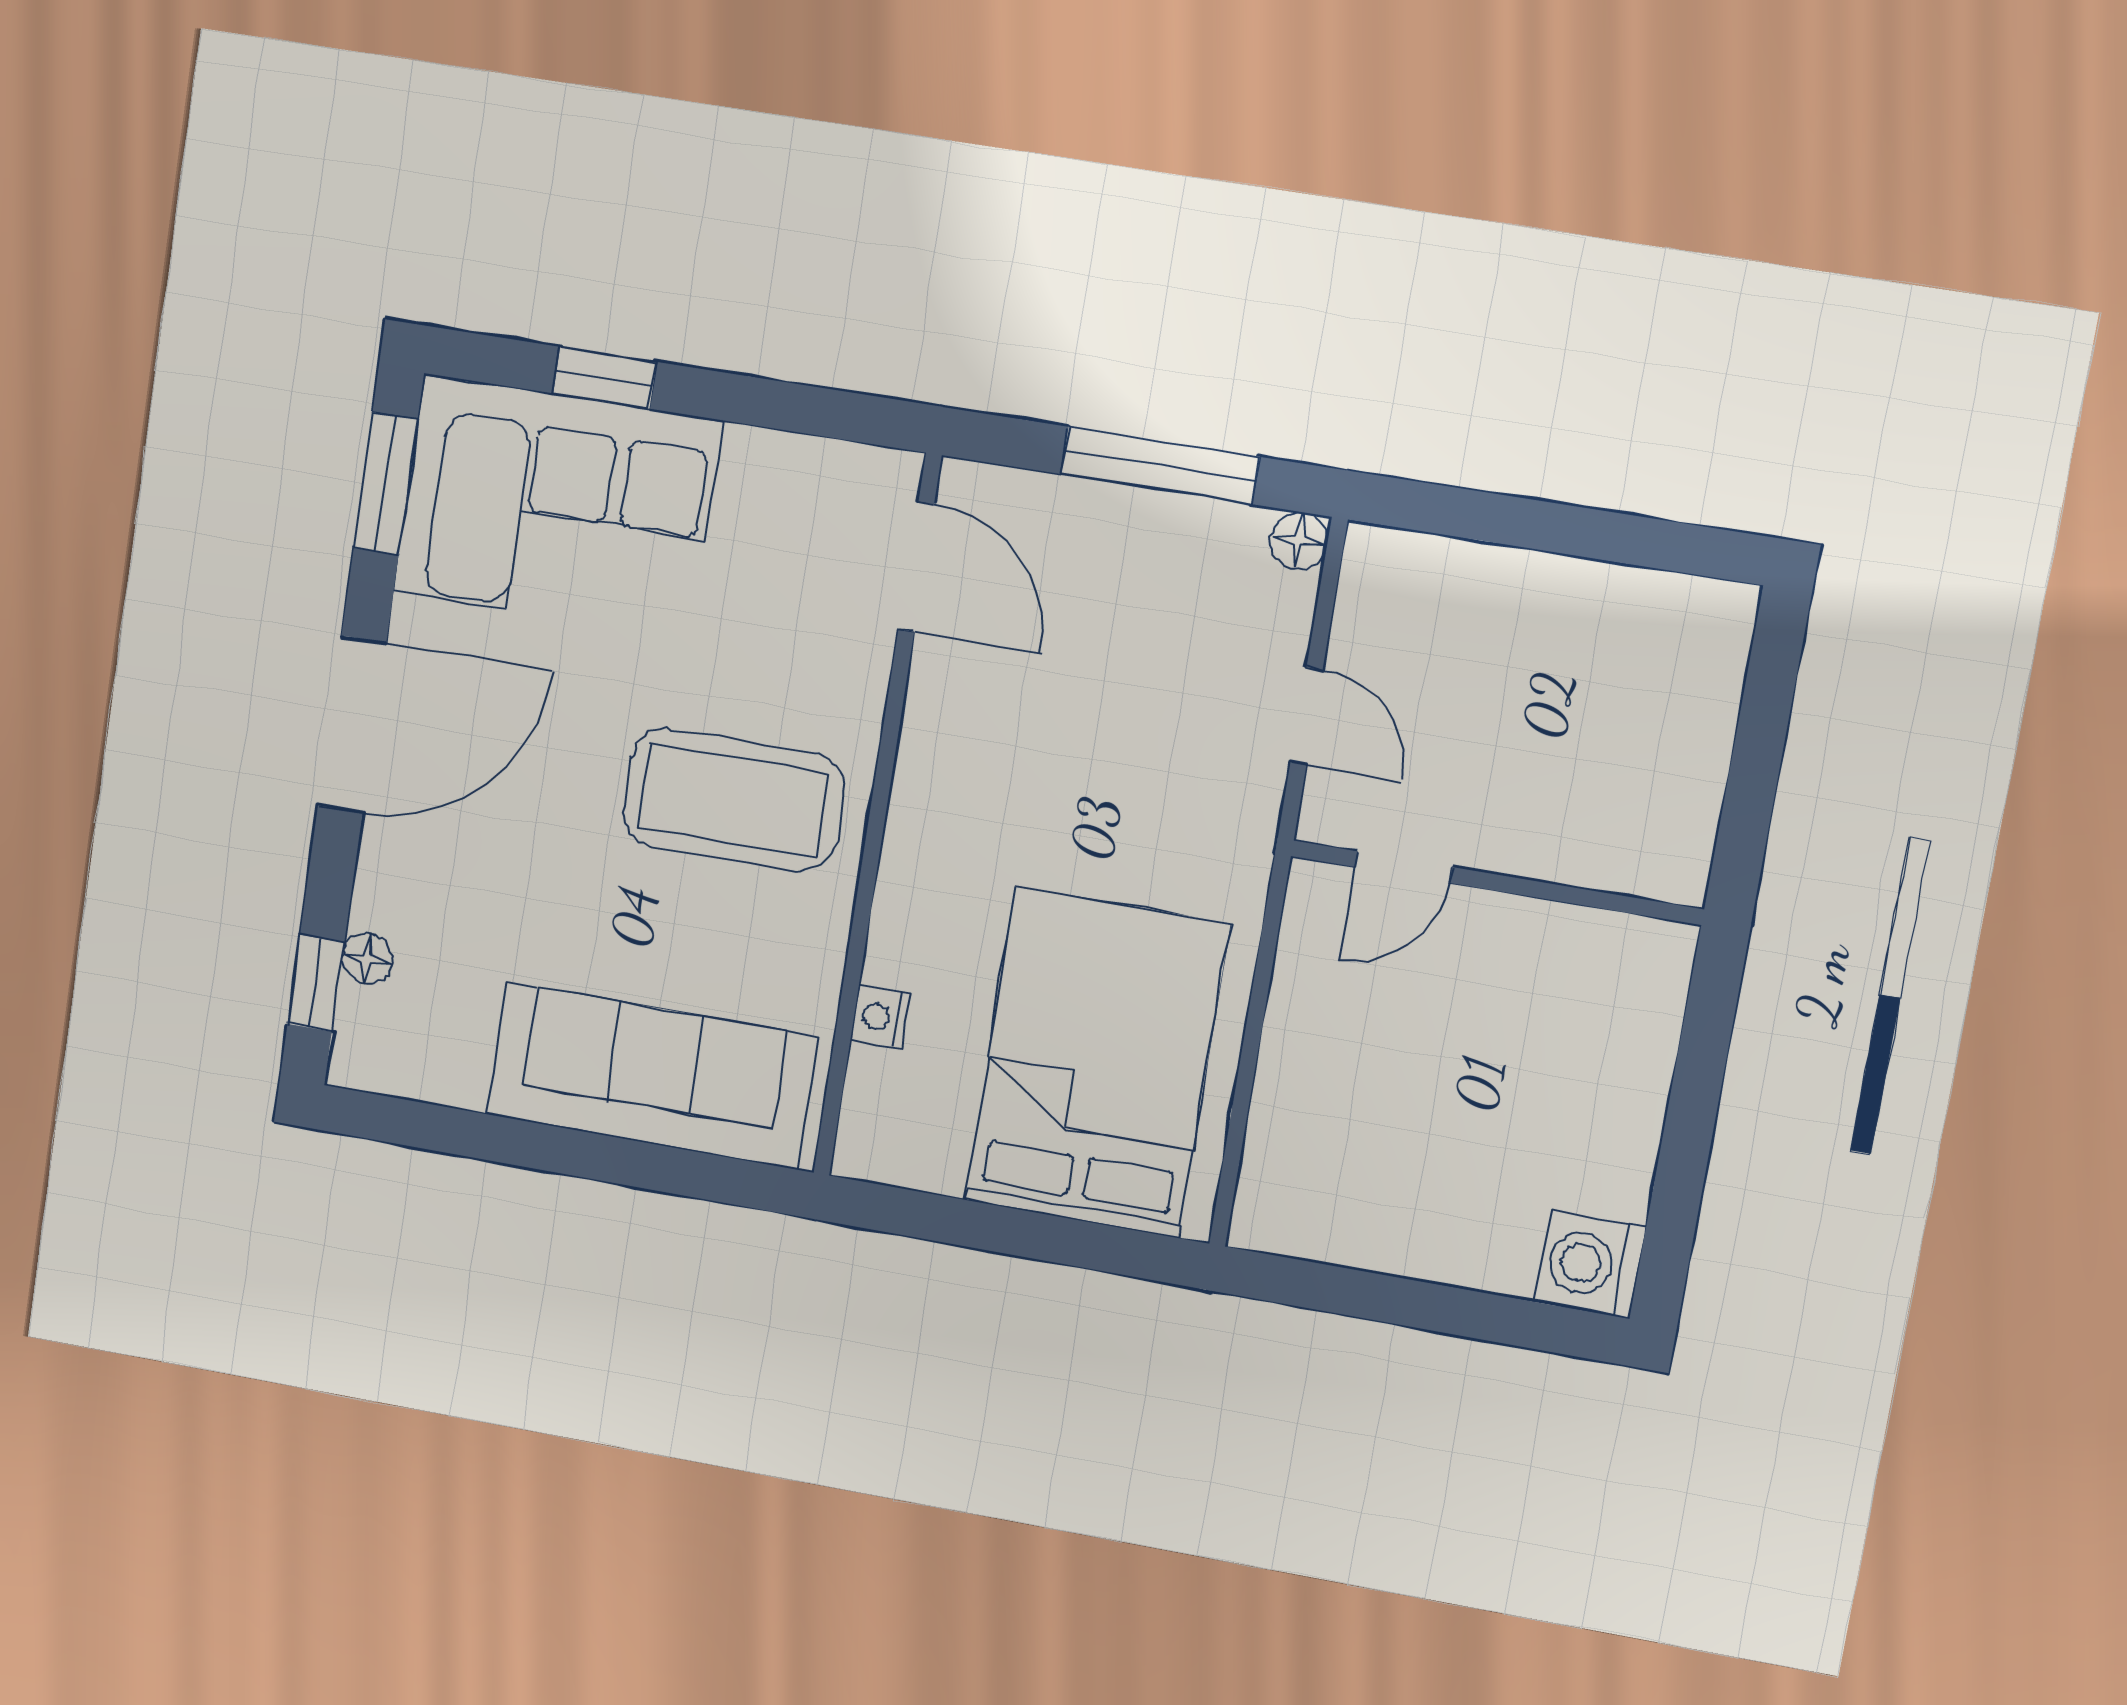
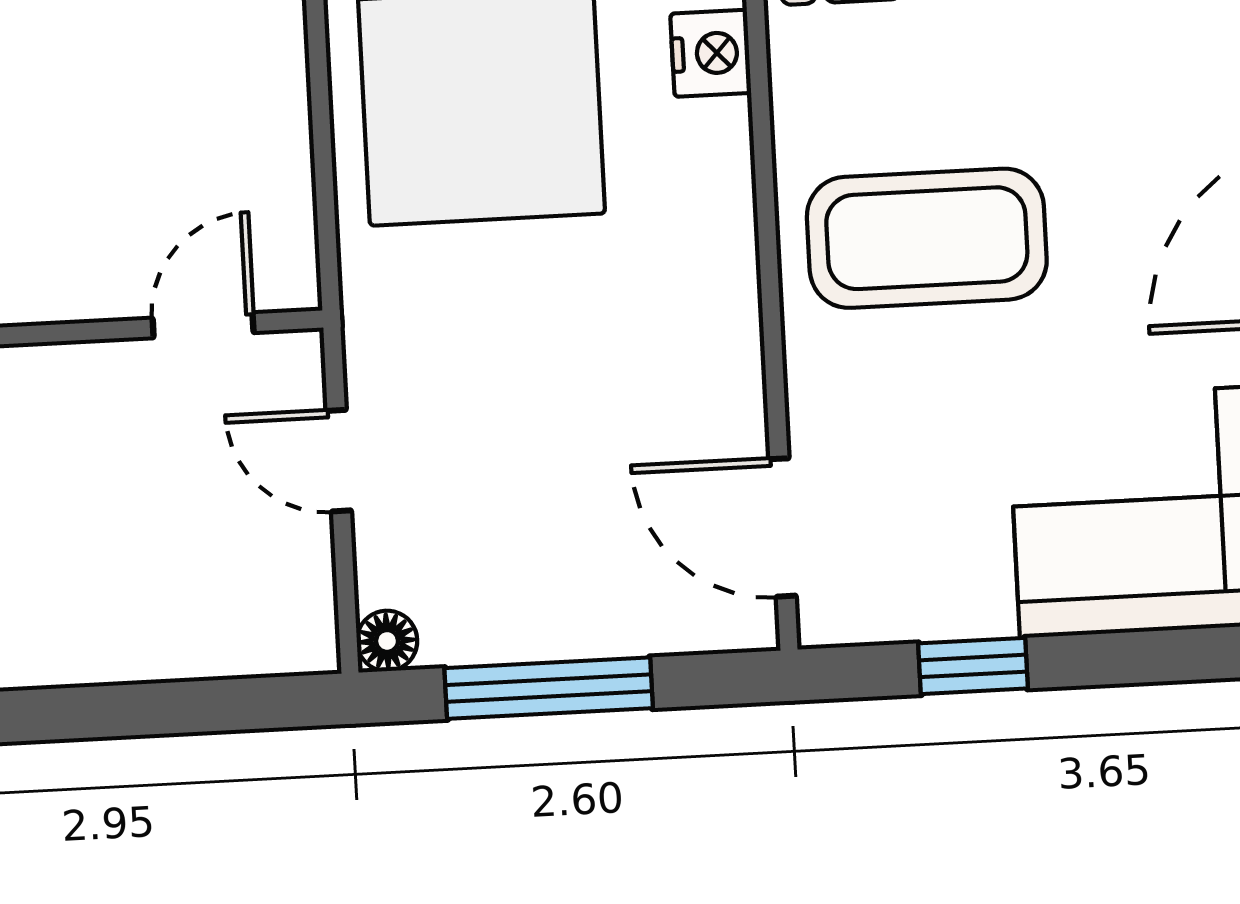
window: (605, 378) -> (973, 666), moved
nightstand: (880, 1017) -> (711, 53), width x1.39, depth x1.35

